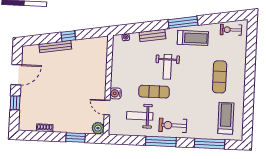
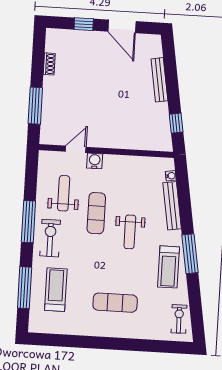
bench: (152, 35) -> (172, 206), width x1.36
window: (68, 36) -> (176, 123), moved
weight bench: (167, 67) -> (130, 232), turned -90
treadmill: (226, 118) -> (56, 290), moved, turned -90
plant: (98, 128) -> (48, 136), removed
window: (75, 138) -> (35, 106), width x1.44

